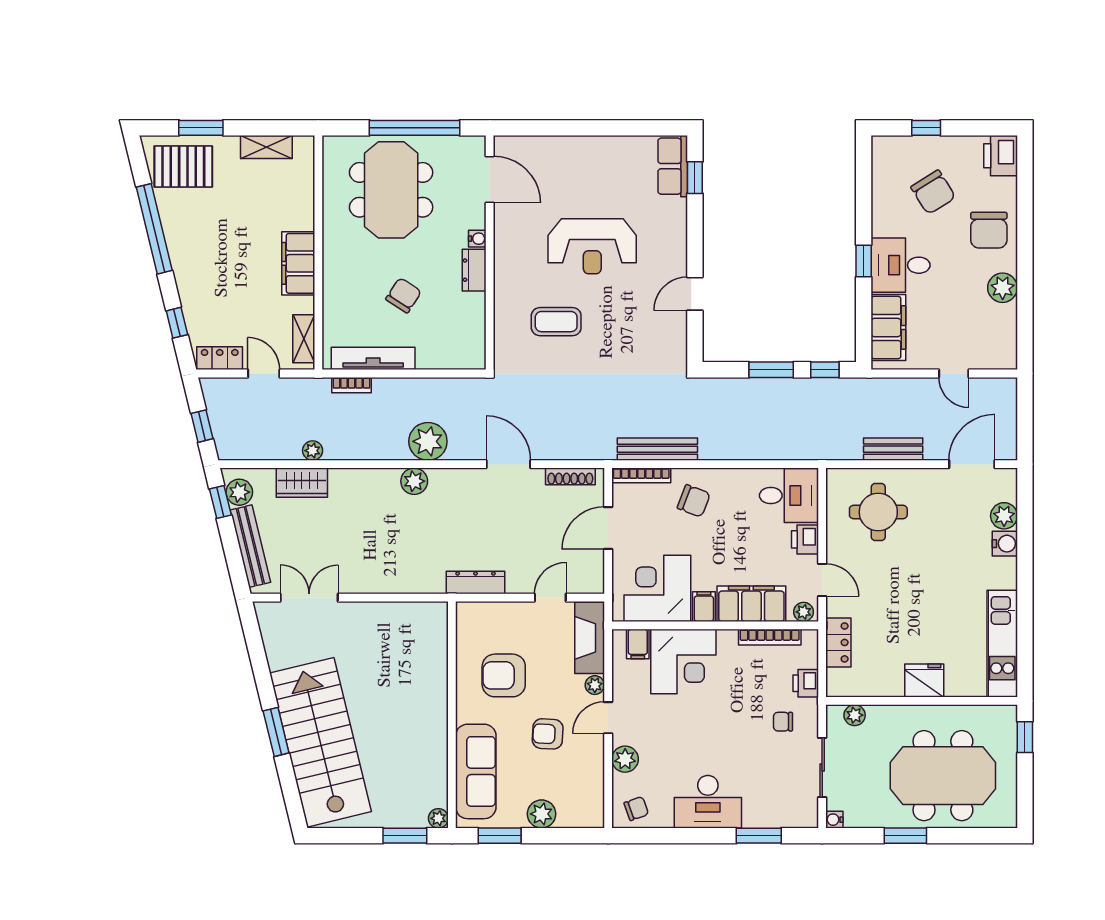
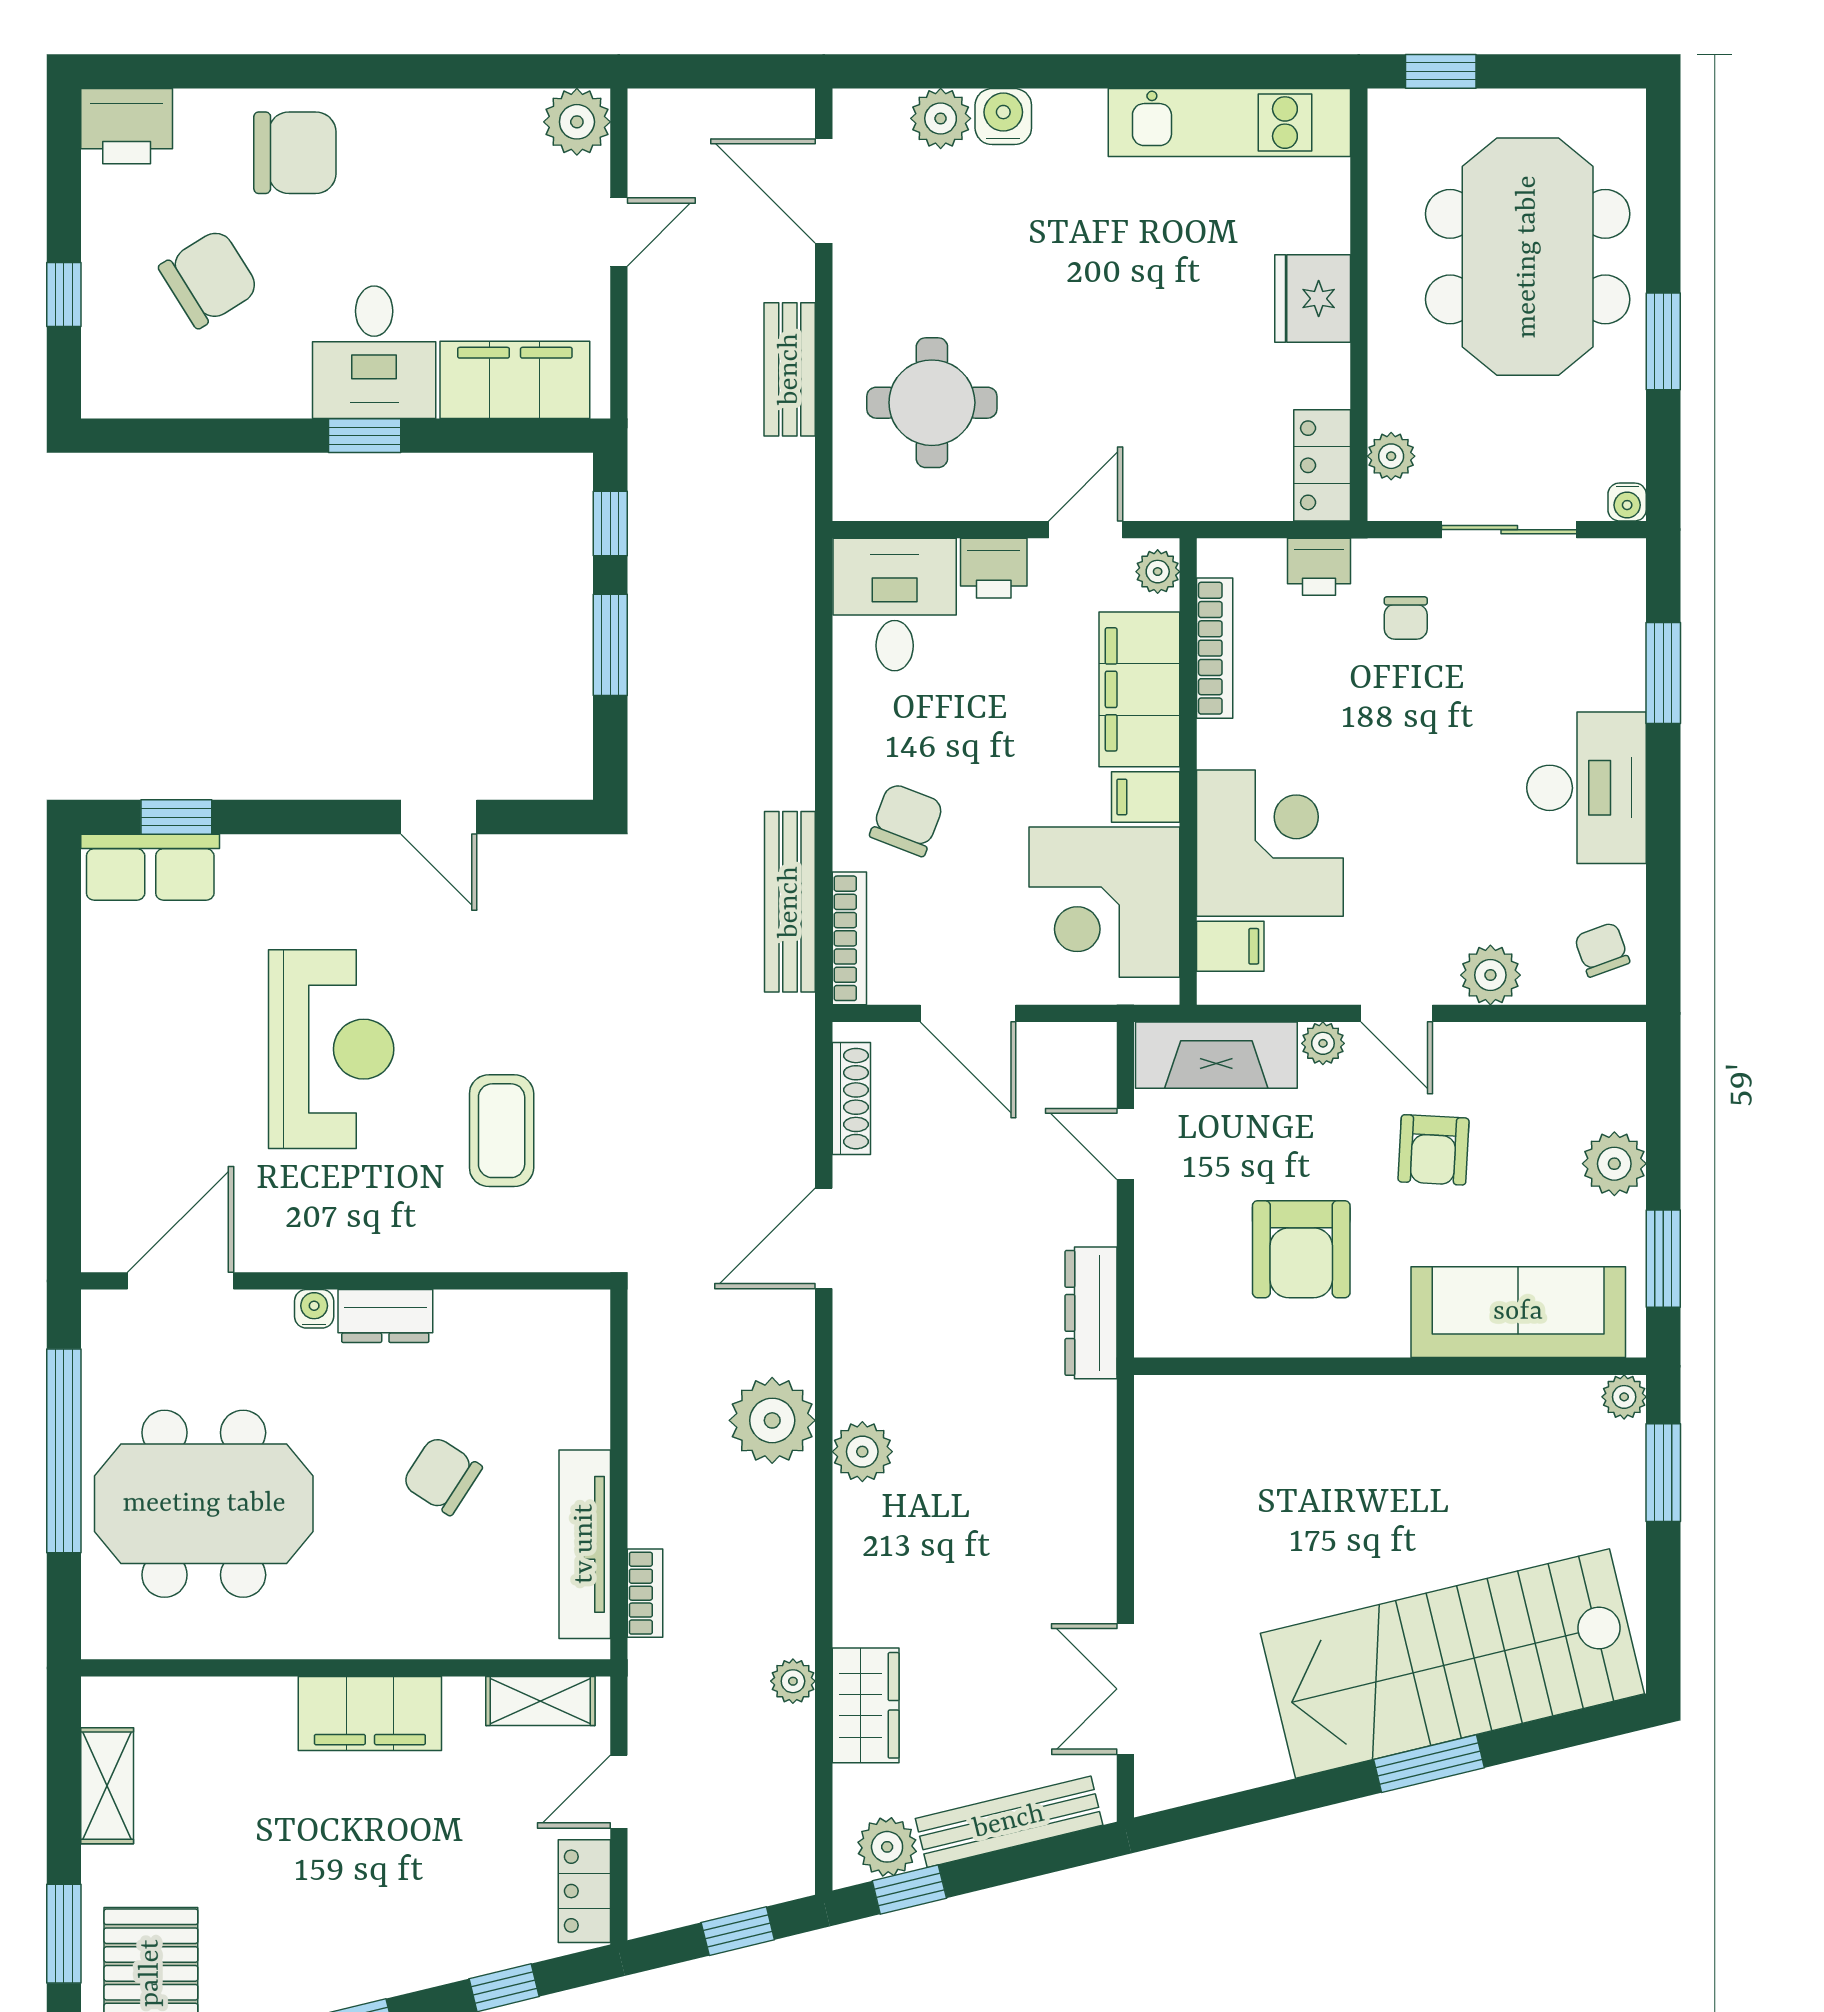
plant: (1003, 288) -> (577, 122), moved
locker: (838, 642) -> (1322, 465), moved, turned -90

